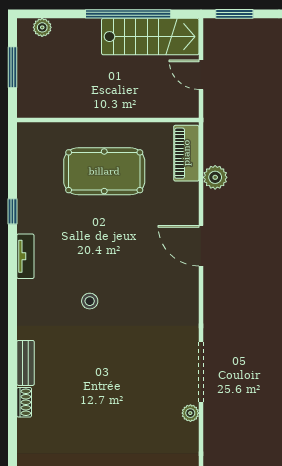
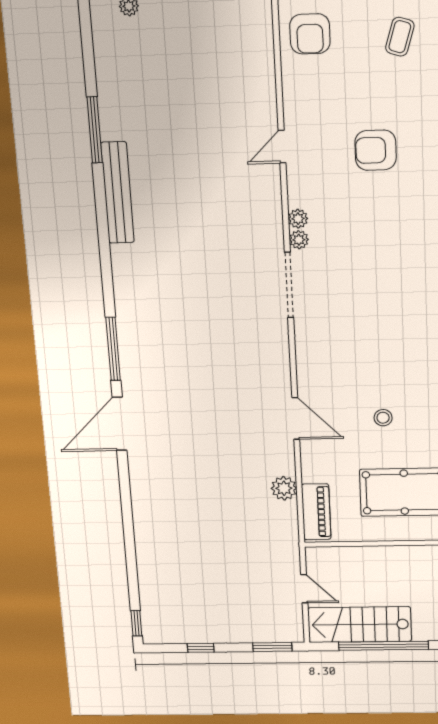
stool: (90, 301) -> (383, 418), moved
plant: (190, 432) -> (298, 219), added

